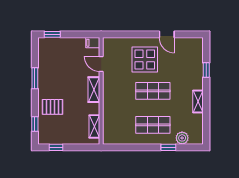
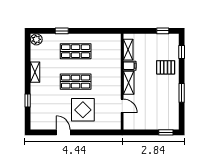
filing cabinet: (93, 43) -> (130, 66), moved
plant: (182, 138) -> (36, 39), moved

